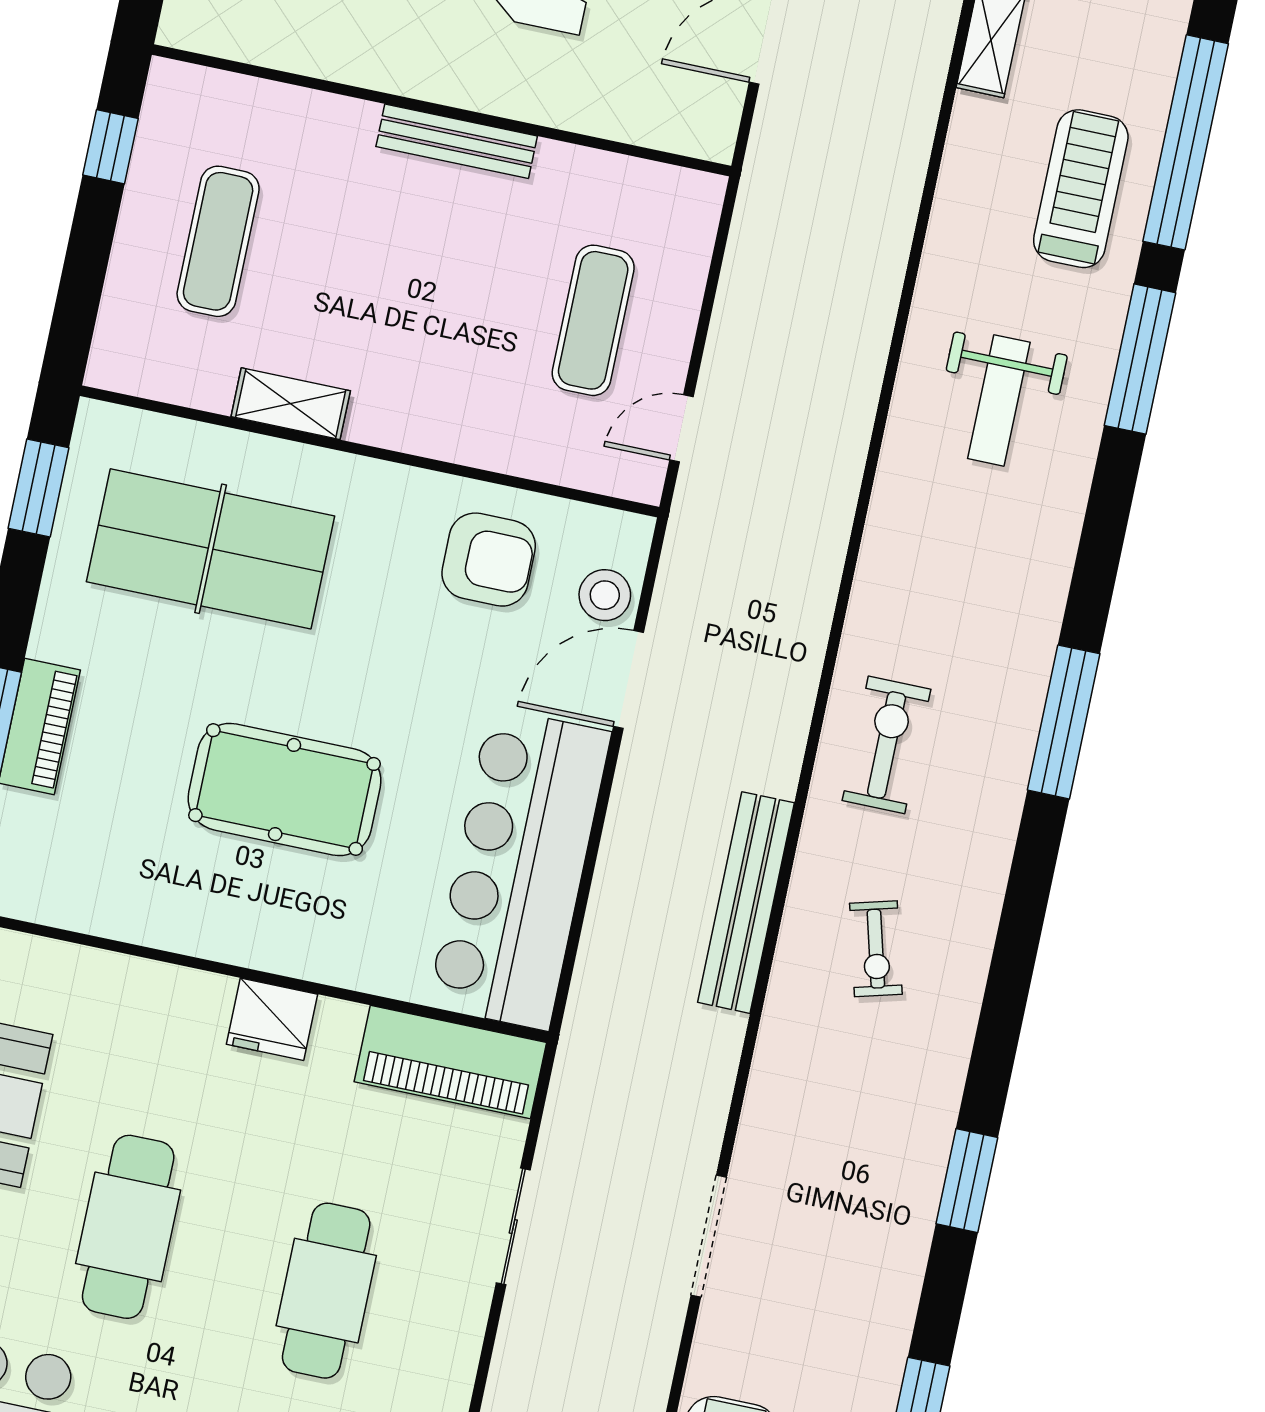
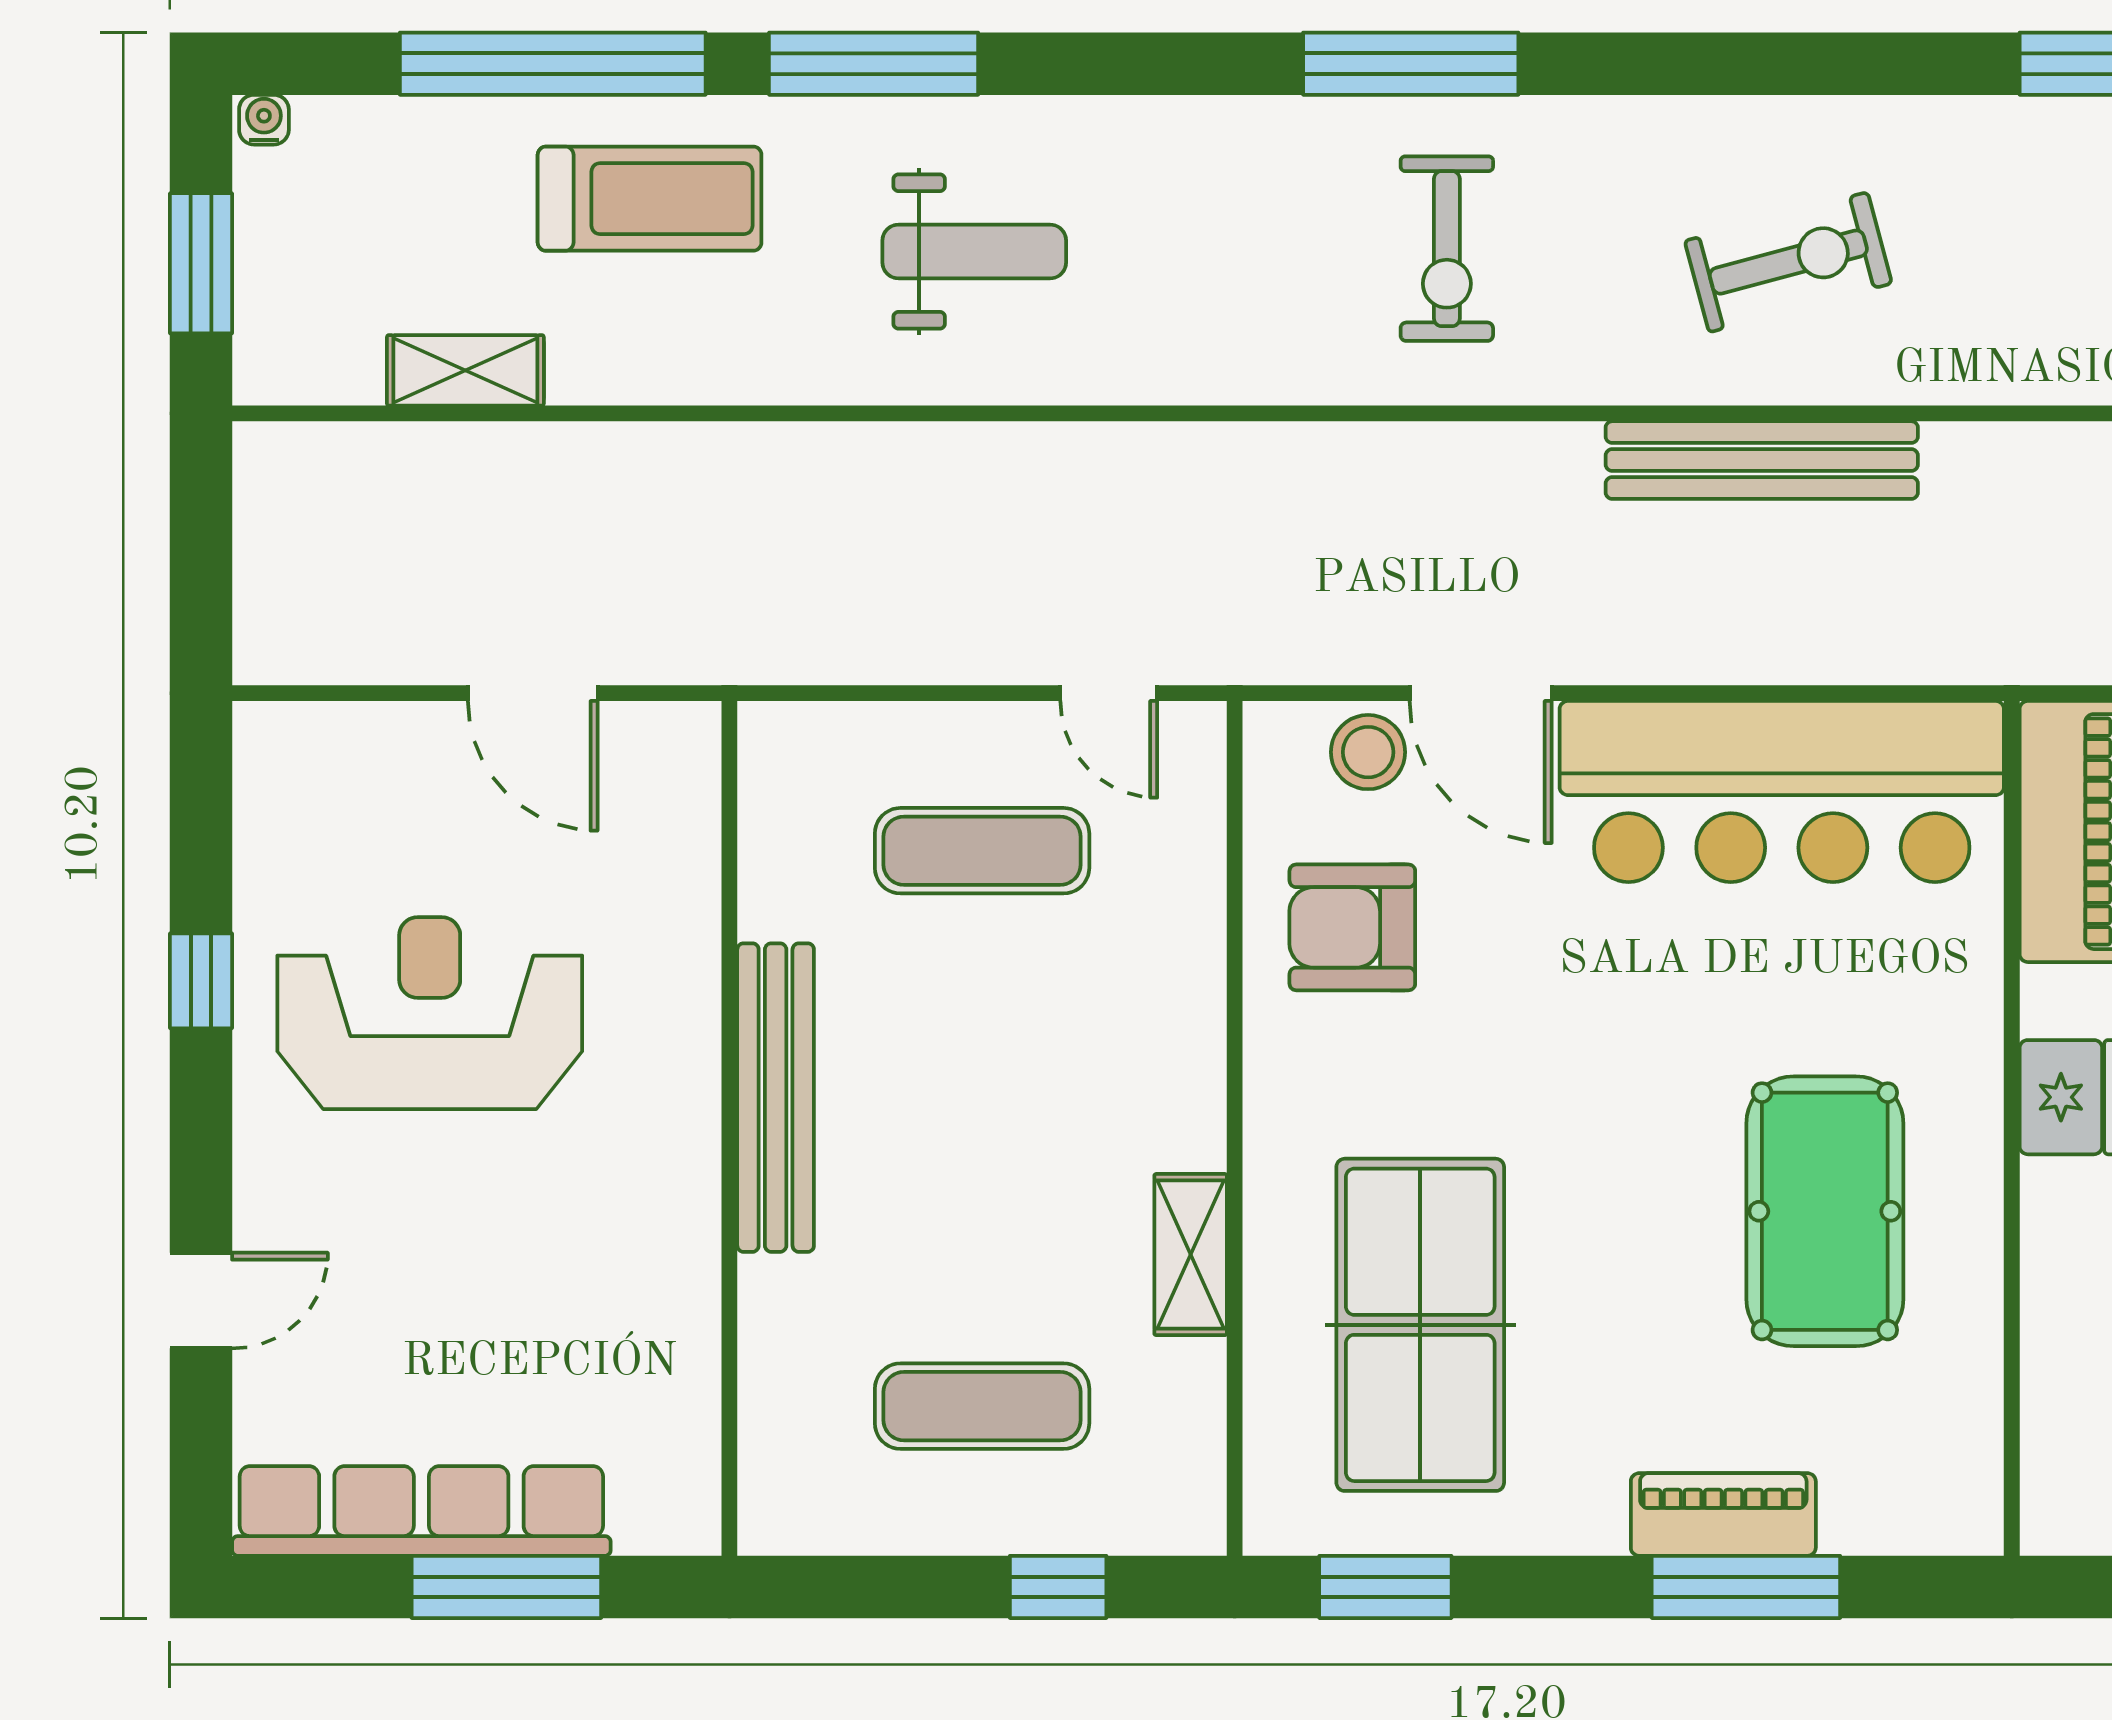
bench: (457, 141) -> (776, 1098), width x1.37, depth x1.21
window: (110, 147) -> (1058, 1587), moved
treadmill: (1081, 189) -> (650, 199), turned 180
armchair: (489, 560) -> (1352, 927), turned -90
exercise bike: (887, 745) -> (1447, 249), moved, turned -90
pool table: (285, 790) -> (1825, 1211), moved
exercise bike: (876, 949) -> (1788, 262), width x1.38, depth x1.39

